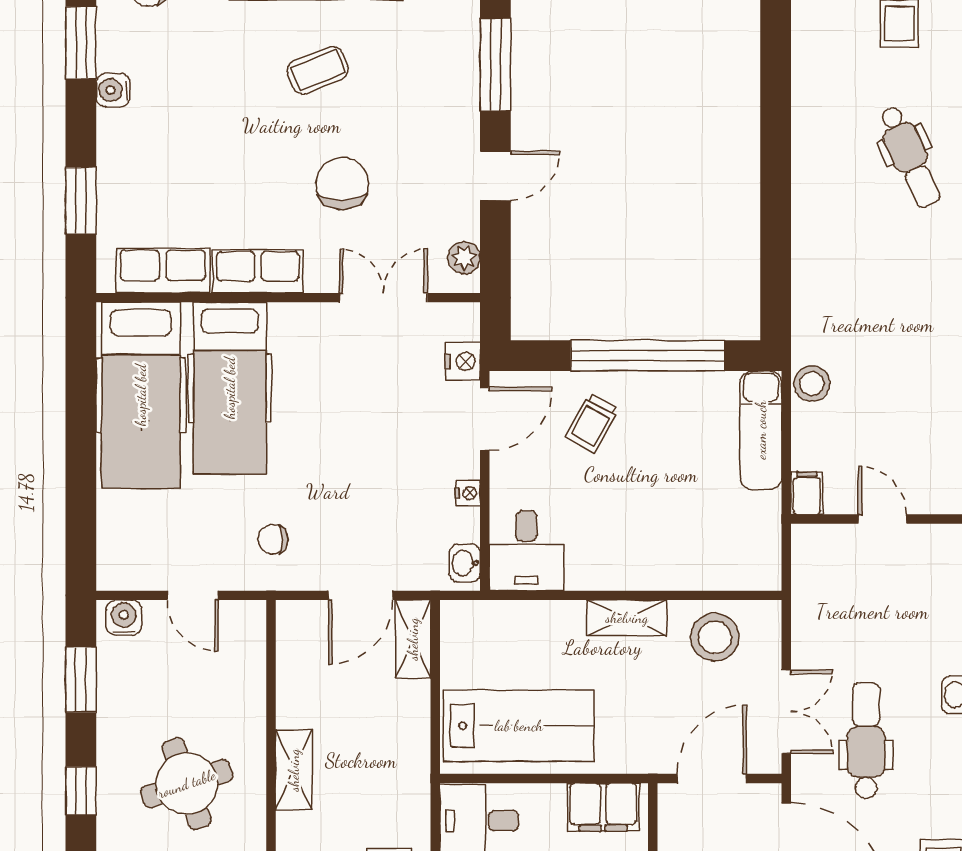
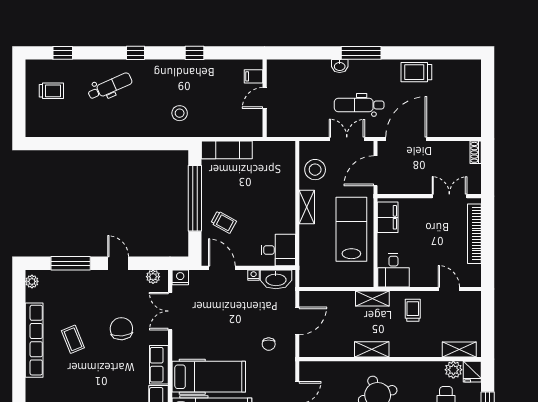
chair: (342, 184) -> (121, 329), turned 85
nightstand: (463, 361) -> (180, 277), moved
stool: (812, 384) -> (180, 113), moved
filing cabinet: (807, 493) -> (254, 76), moved
chair: (273, 539) -> (269, 344), moved
washbasin: (465, 563) -> (276, 279), width x1.91, depth x1.45
door: (361, 595) -> (297, 321), hinge flipped
shelving: (413, 639) -> (372, 299), moved
lab bench: (519, 726) -> (351, 229), moved
door: (712, 779) -> (375, 171), hinge flipped

